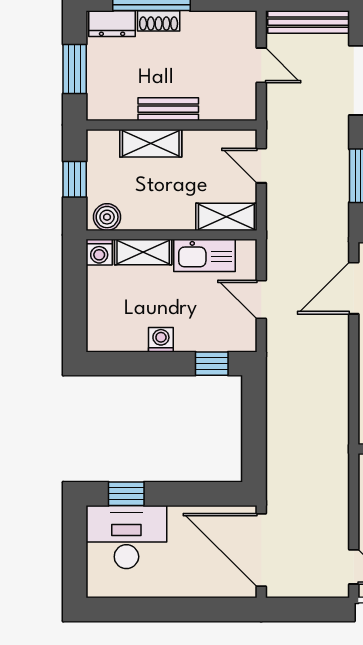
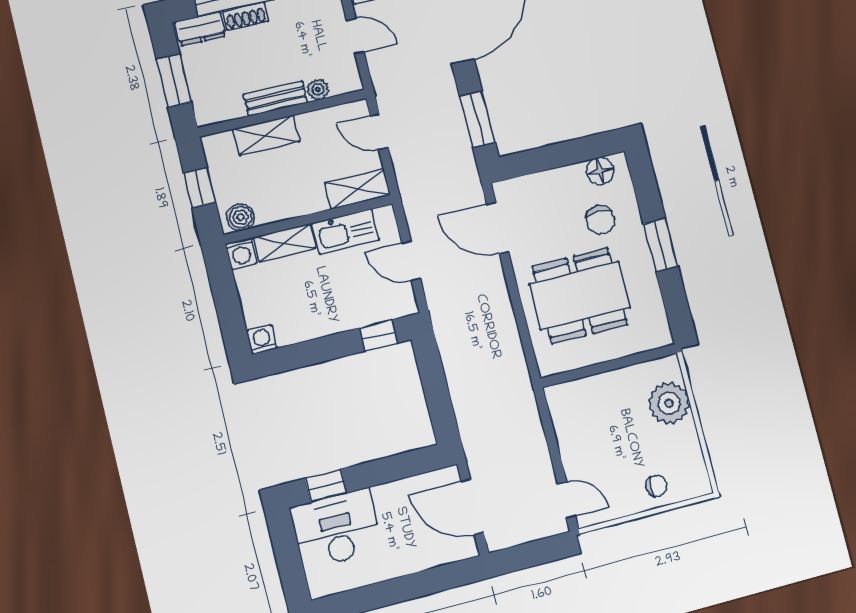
plant: (212, 110) -> (318, 89), added
door: (354, 288) -> (498, 228), hinge flipped
washing machine: (161, 340) -> (262, 339), moved
door: (261, 550) -> (473, 507), width x0.73

